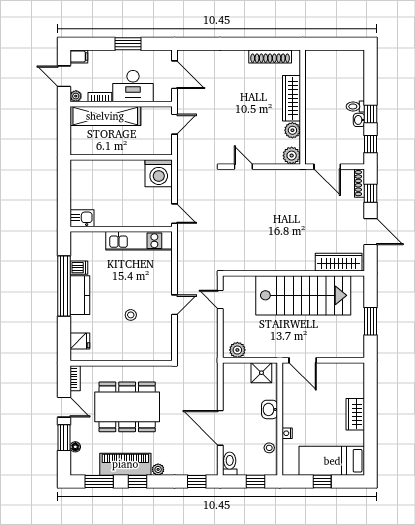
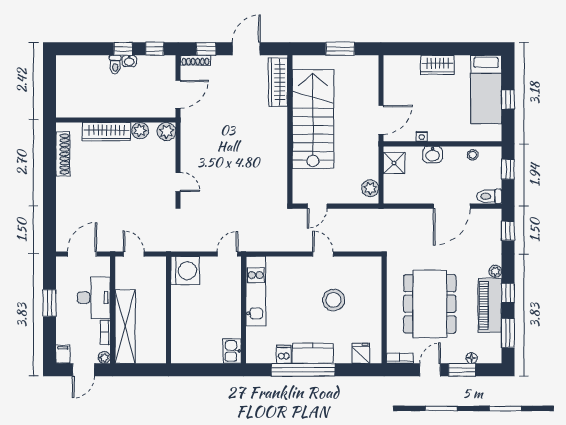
door: (243, 167) -> (178, 182), swing flipped
stool: (131, 315) -> (334, 300), width x1.89, depth x1.89
nightstand: (287, 433) -> (422, 136), moved

